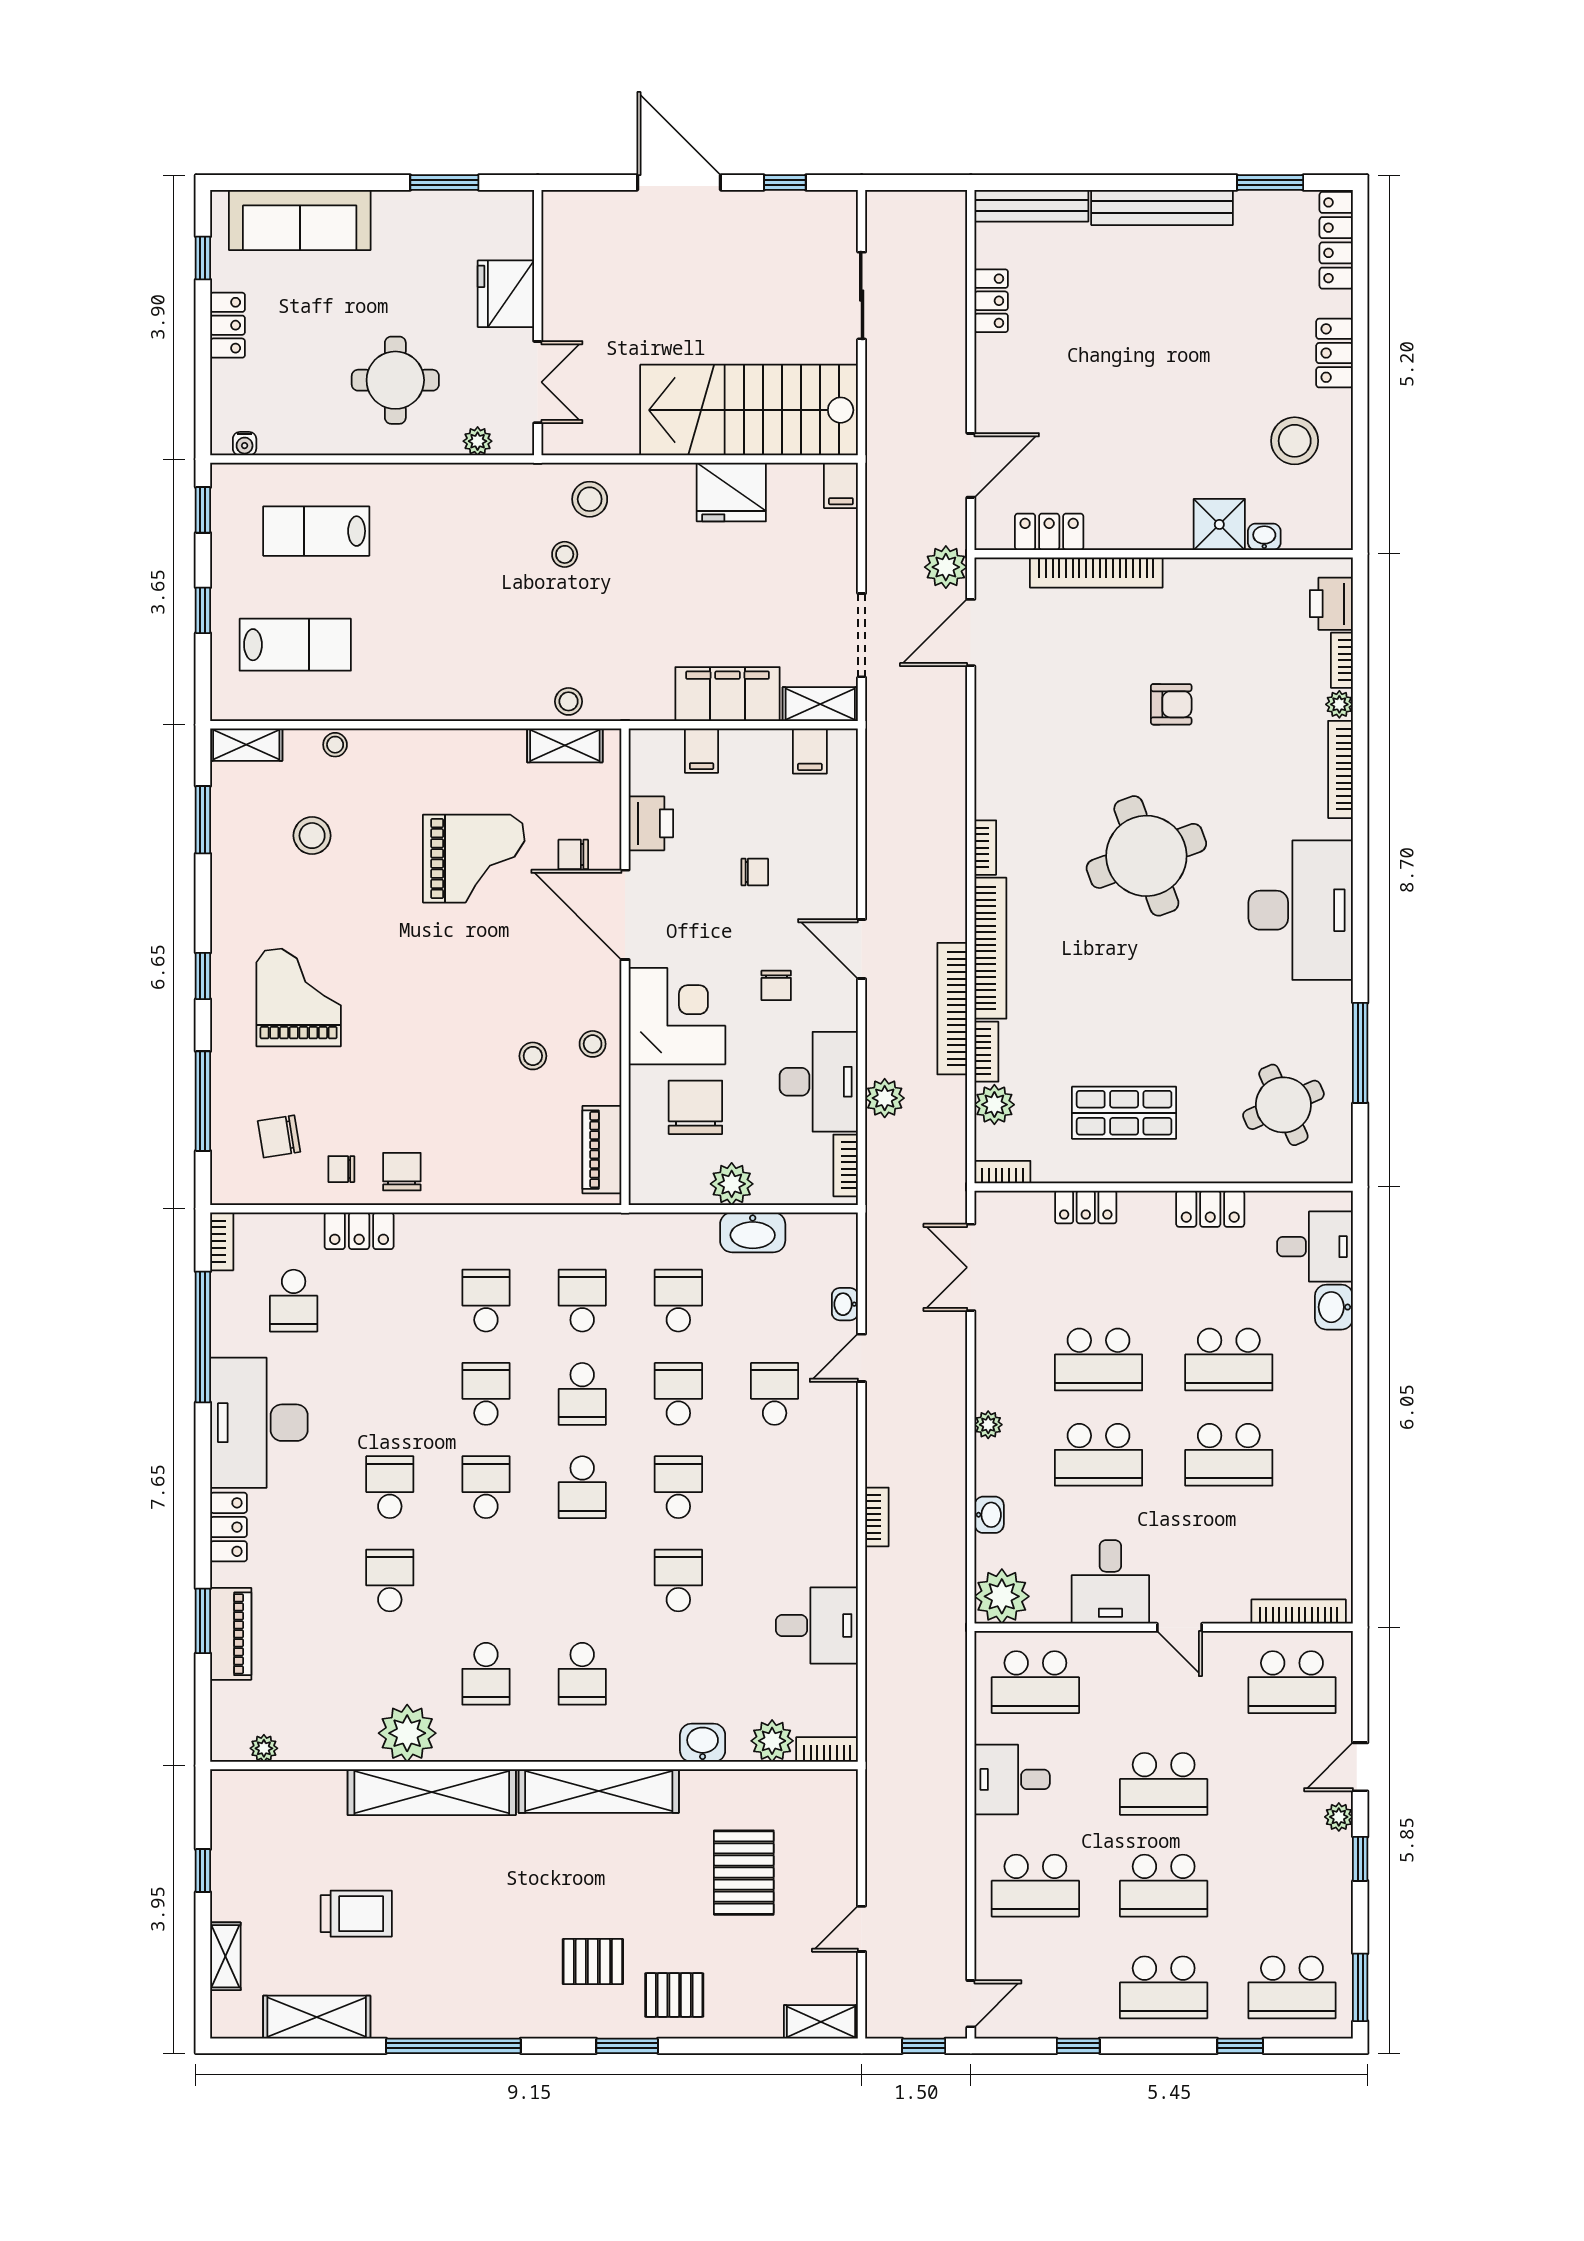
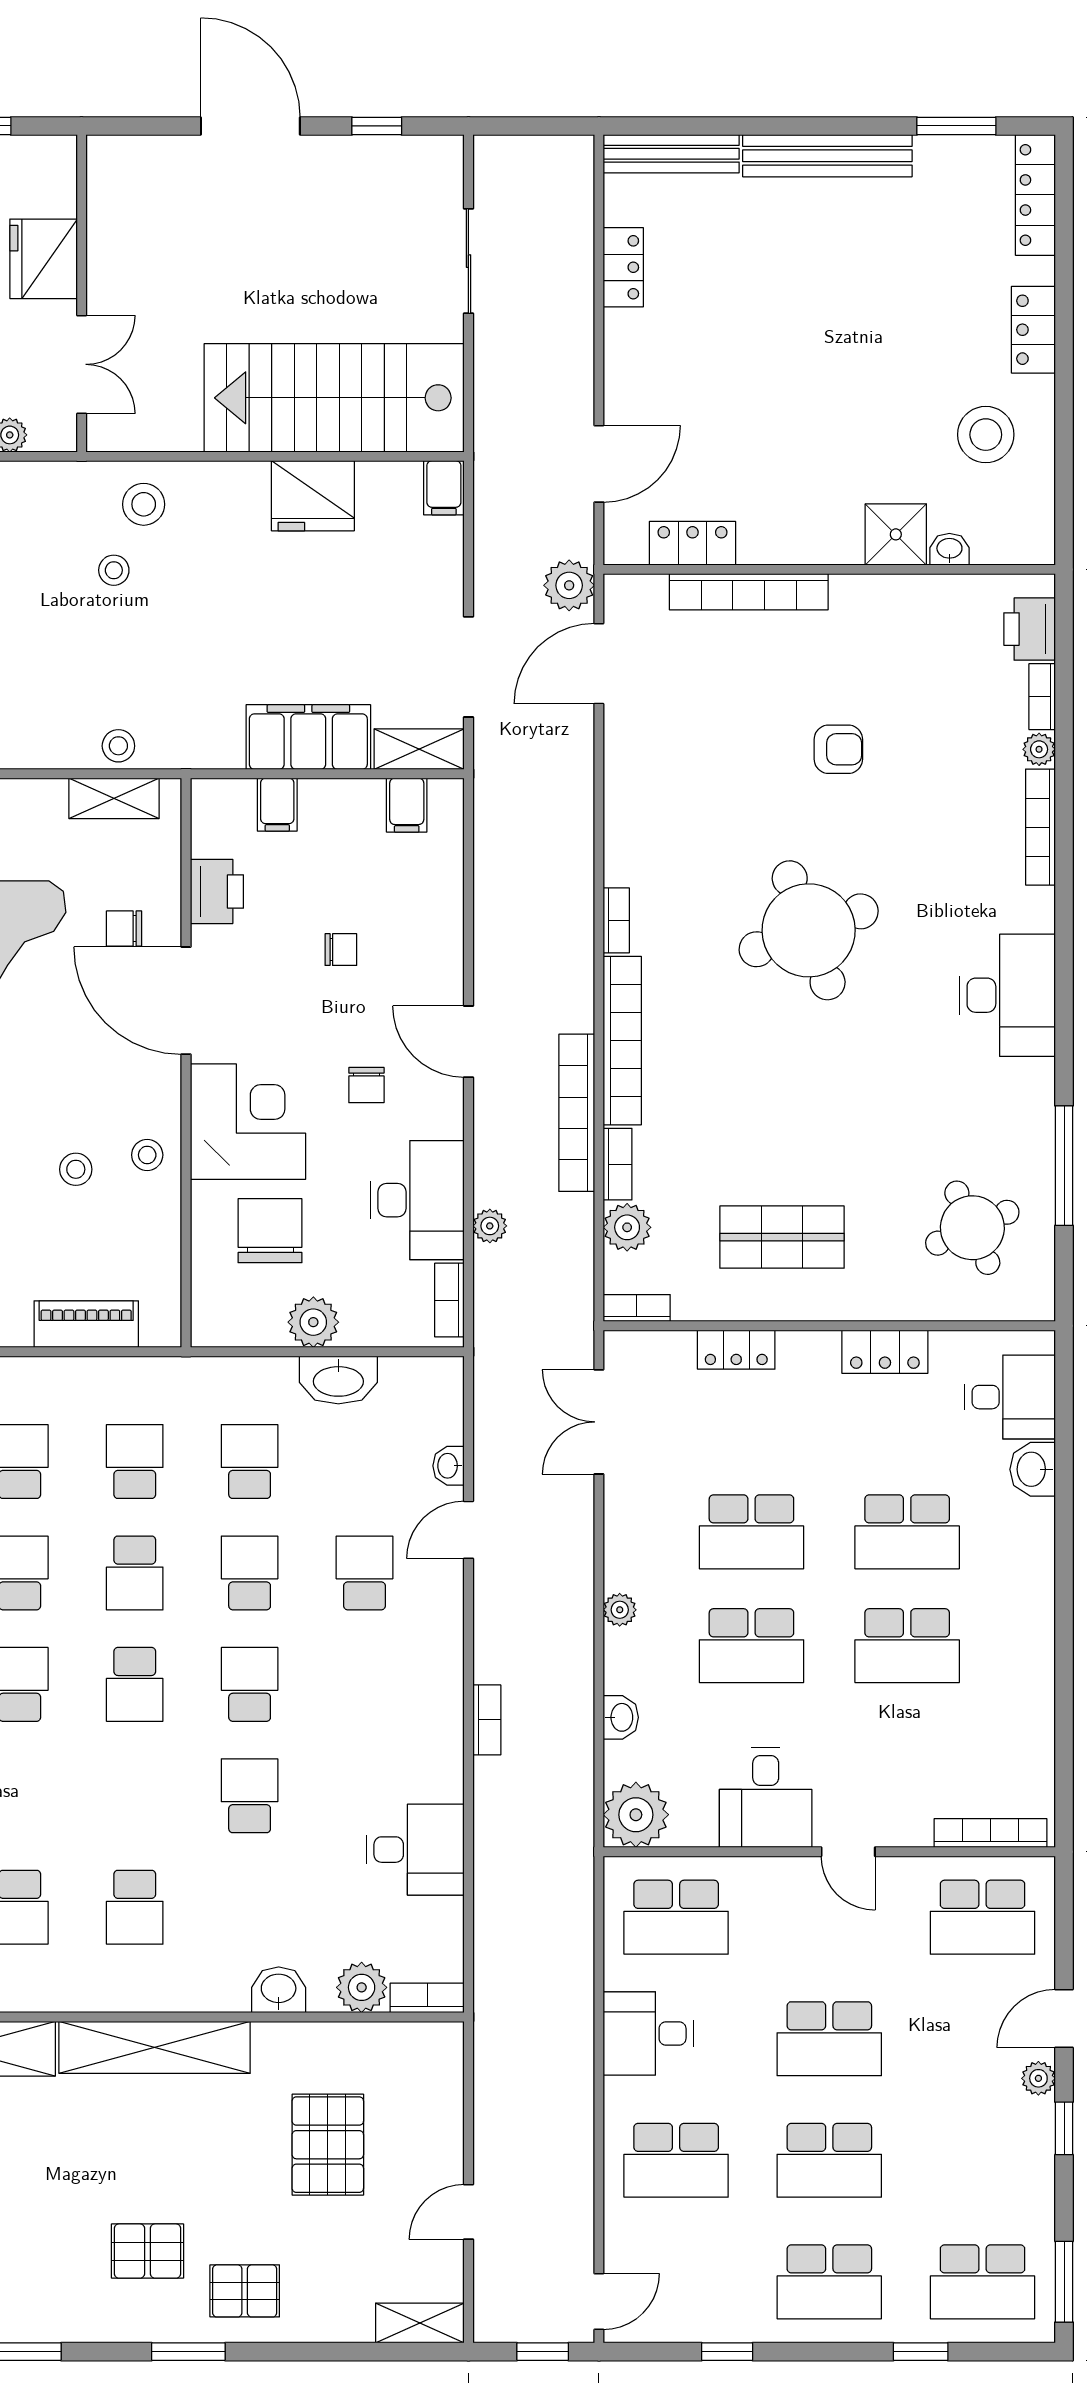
desk: (1301, 910) -> (1007, 995), width x0.73, depth x0.77
plant: (885, 1098) -> (490, 1226), width x0.73, depth x0.73
piano: (602, 1150) -> (86, 1324), moved, turned 90

